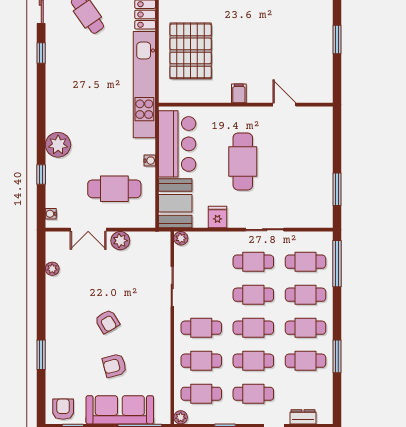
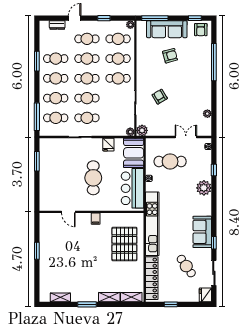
sofa: (61, 71) -> (202, 232), added
plant: (120, 241) -> (142, 130), moved
armchair: (107, 321) -> (160, 97), moved
window: (41, 355) -> (214, 62), width x2.11

